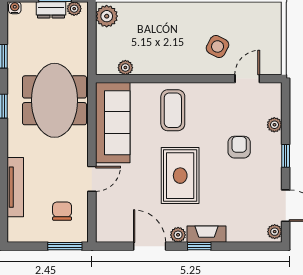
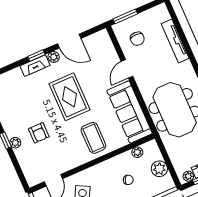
plant: (107, 16) -> (159, 169), moved
chair: (152, 38) -> (128, 180), added
plant: (274, 125) -> (15, 143), moved

